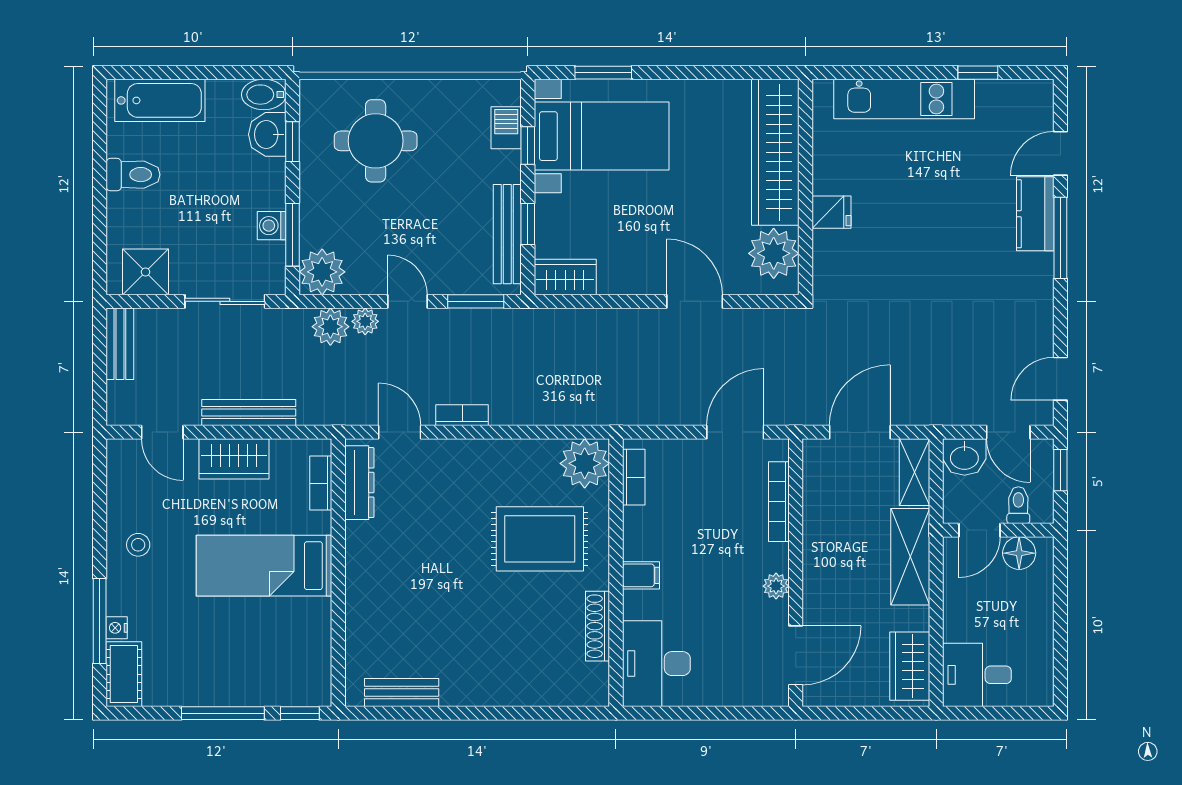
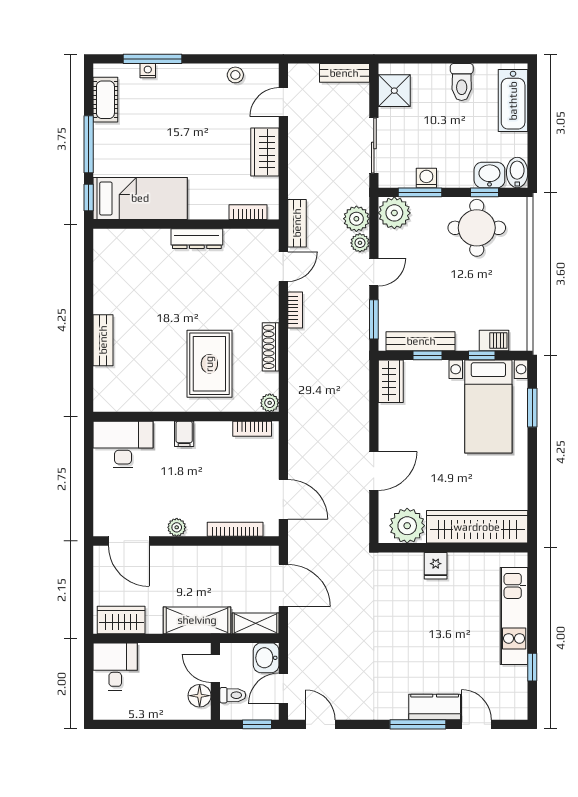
round table: (376, 141) -> (477, 228), moved
bench: (249, 412) -> (297, 223), moved, width x0.73
plant: (585, 463) -> (270, 403), width x0.53, depth x0.53
dresser: (359, 483) -> (197, 239), moved
stool: (138, 545) -> (235, 75), moved
bed: (264, 566) -> (140, 198), moved, turned 90
shoe rack: (598, 626) -> (271, 347), moved, turned -90
cot: (124, 674) -> (105, 100), moved, turned 90
bench: (402, 692) -> (103, 340), moved

